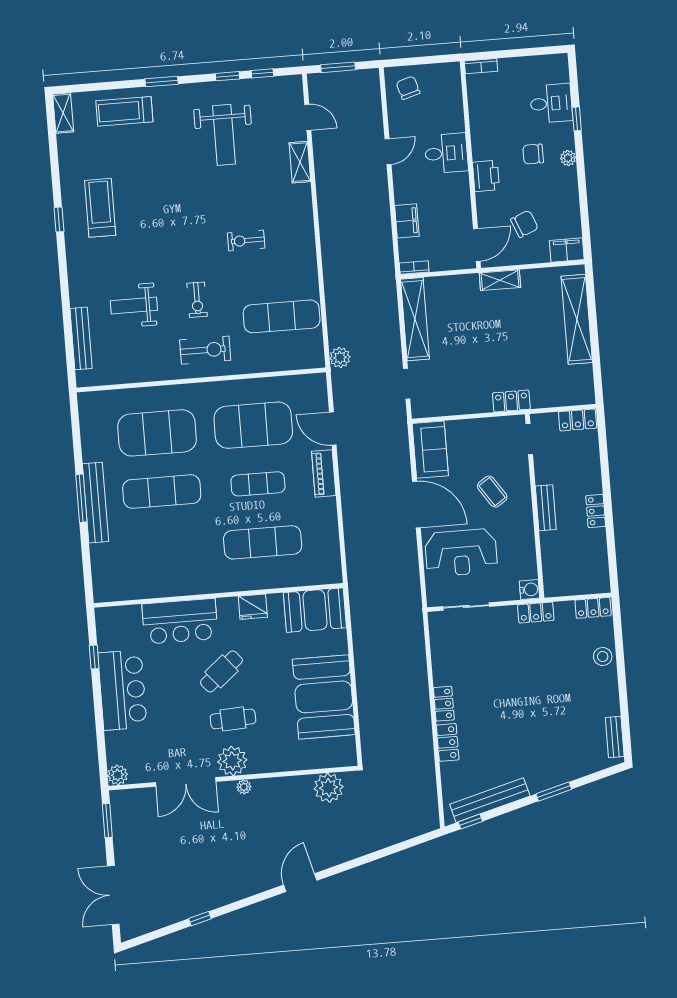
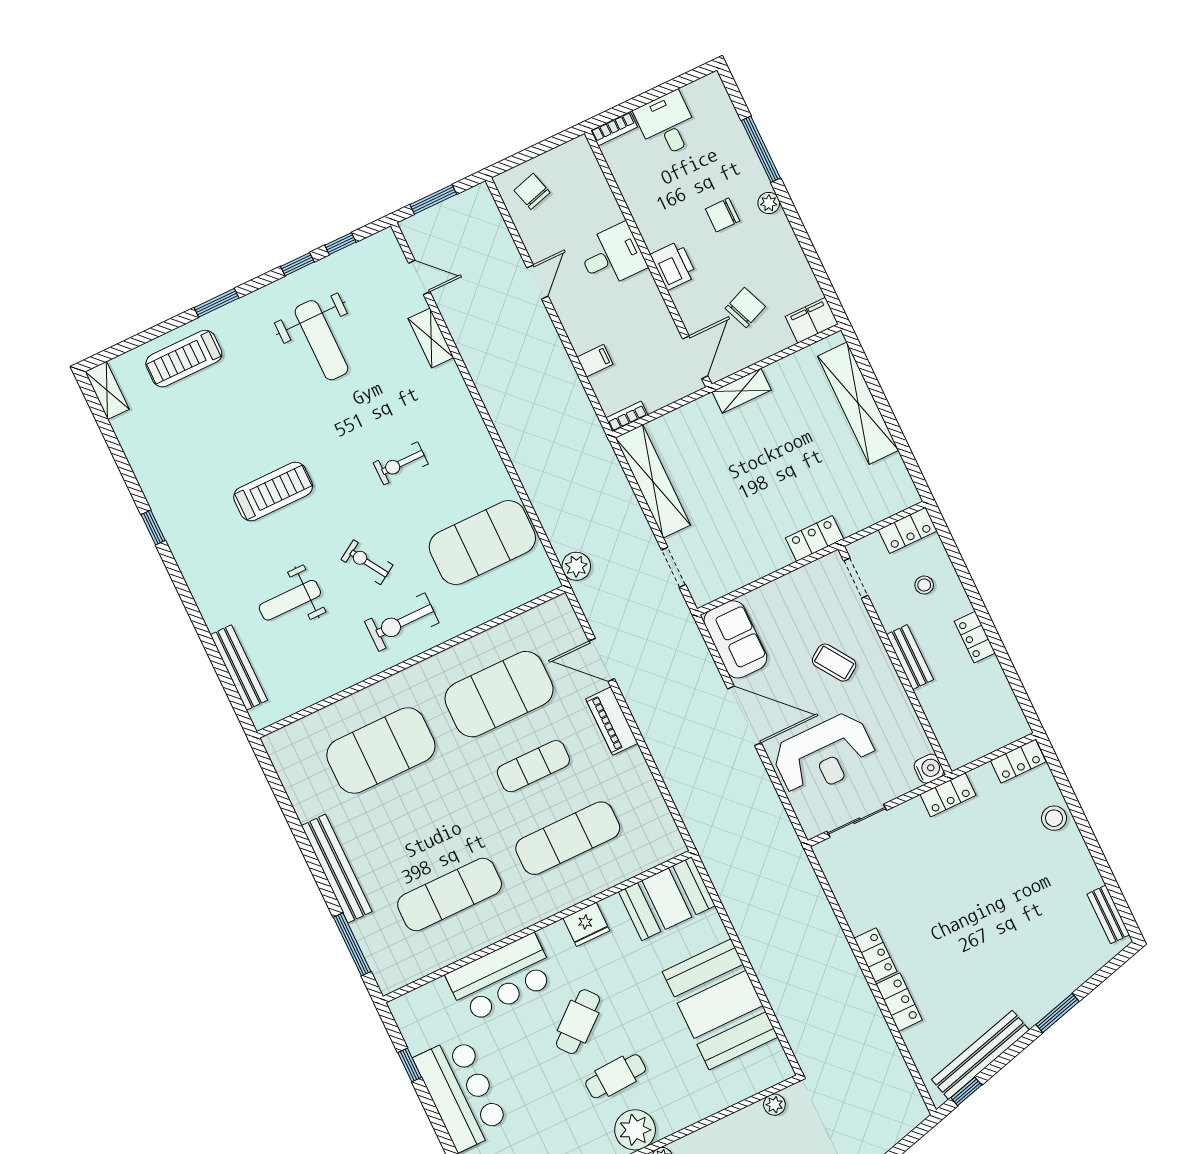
desk: (551, 103) -> (667, 124), moved, turned -90
window: (577, 119) -> (761, 149), width x2.17
treadmill: (100, 208) -> (273, 492), moved, turned 90
filing cabinet: (407, 221) -> (595, 361), width x0.50
exercise bike: (197, 300) -> (367, 562), turned 148
exercise mat: (282, 316) -> (482, 543), width x1.47
exercise bike: (205, 350) -> (402, 622), turned 180
stool: (575, 462) -> (924, 585), added
exercise mat: (162, 492) -> (450, 894), moved
window: (81, 498) -> (352, 944), moved
plant: (329, 788) -> (774, 1105), width x0.53, depth x0.53

